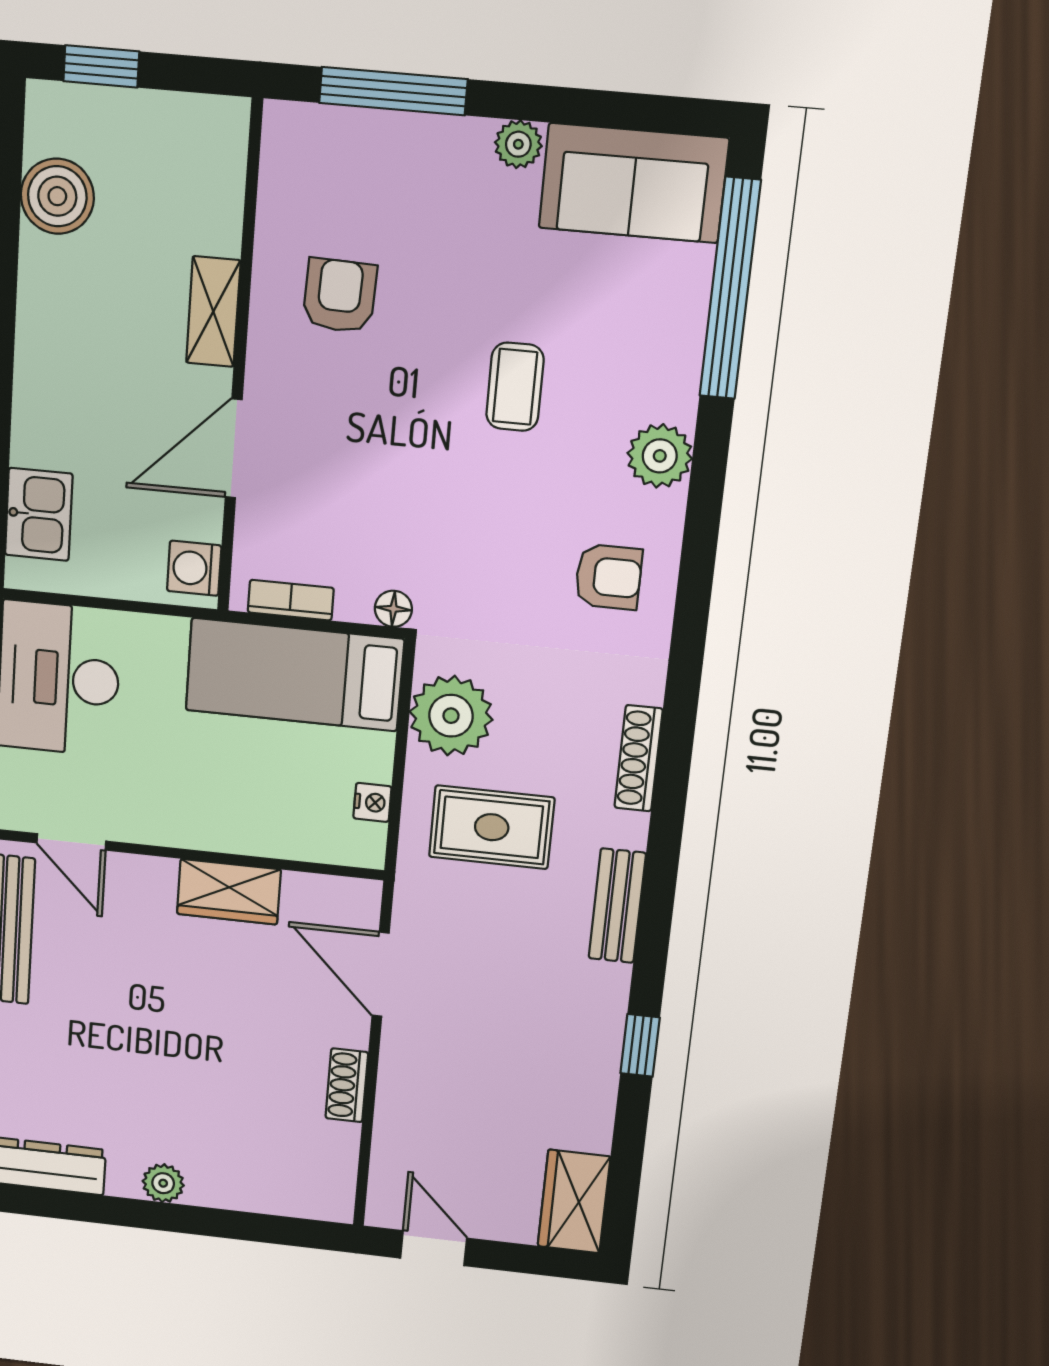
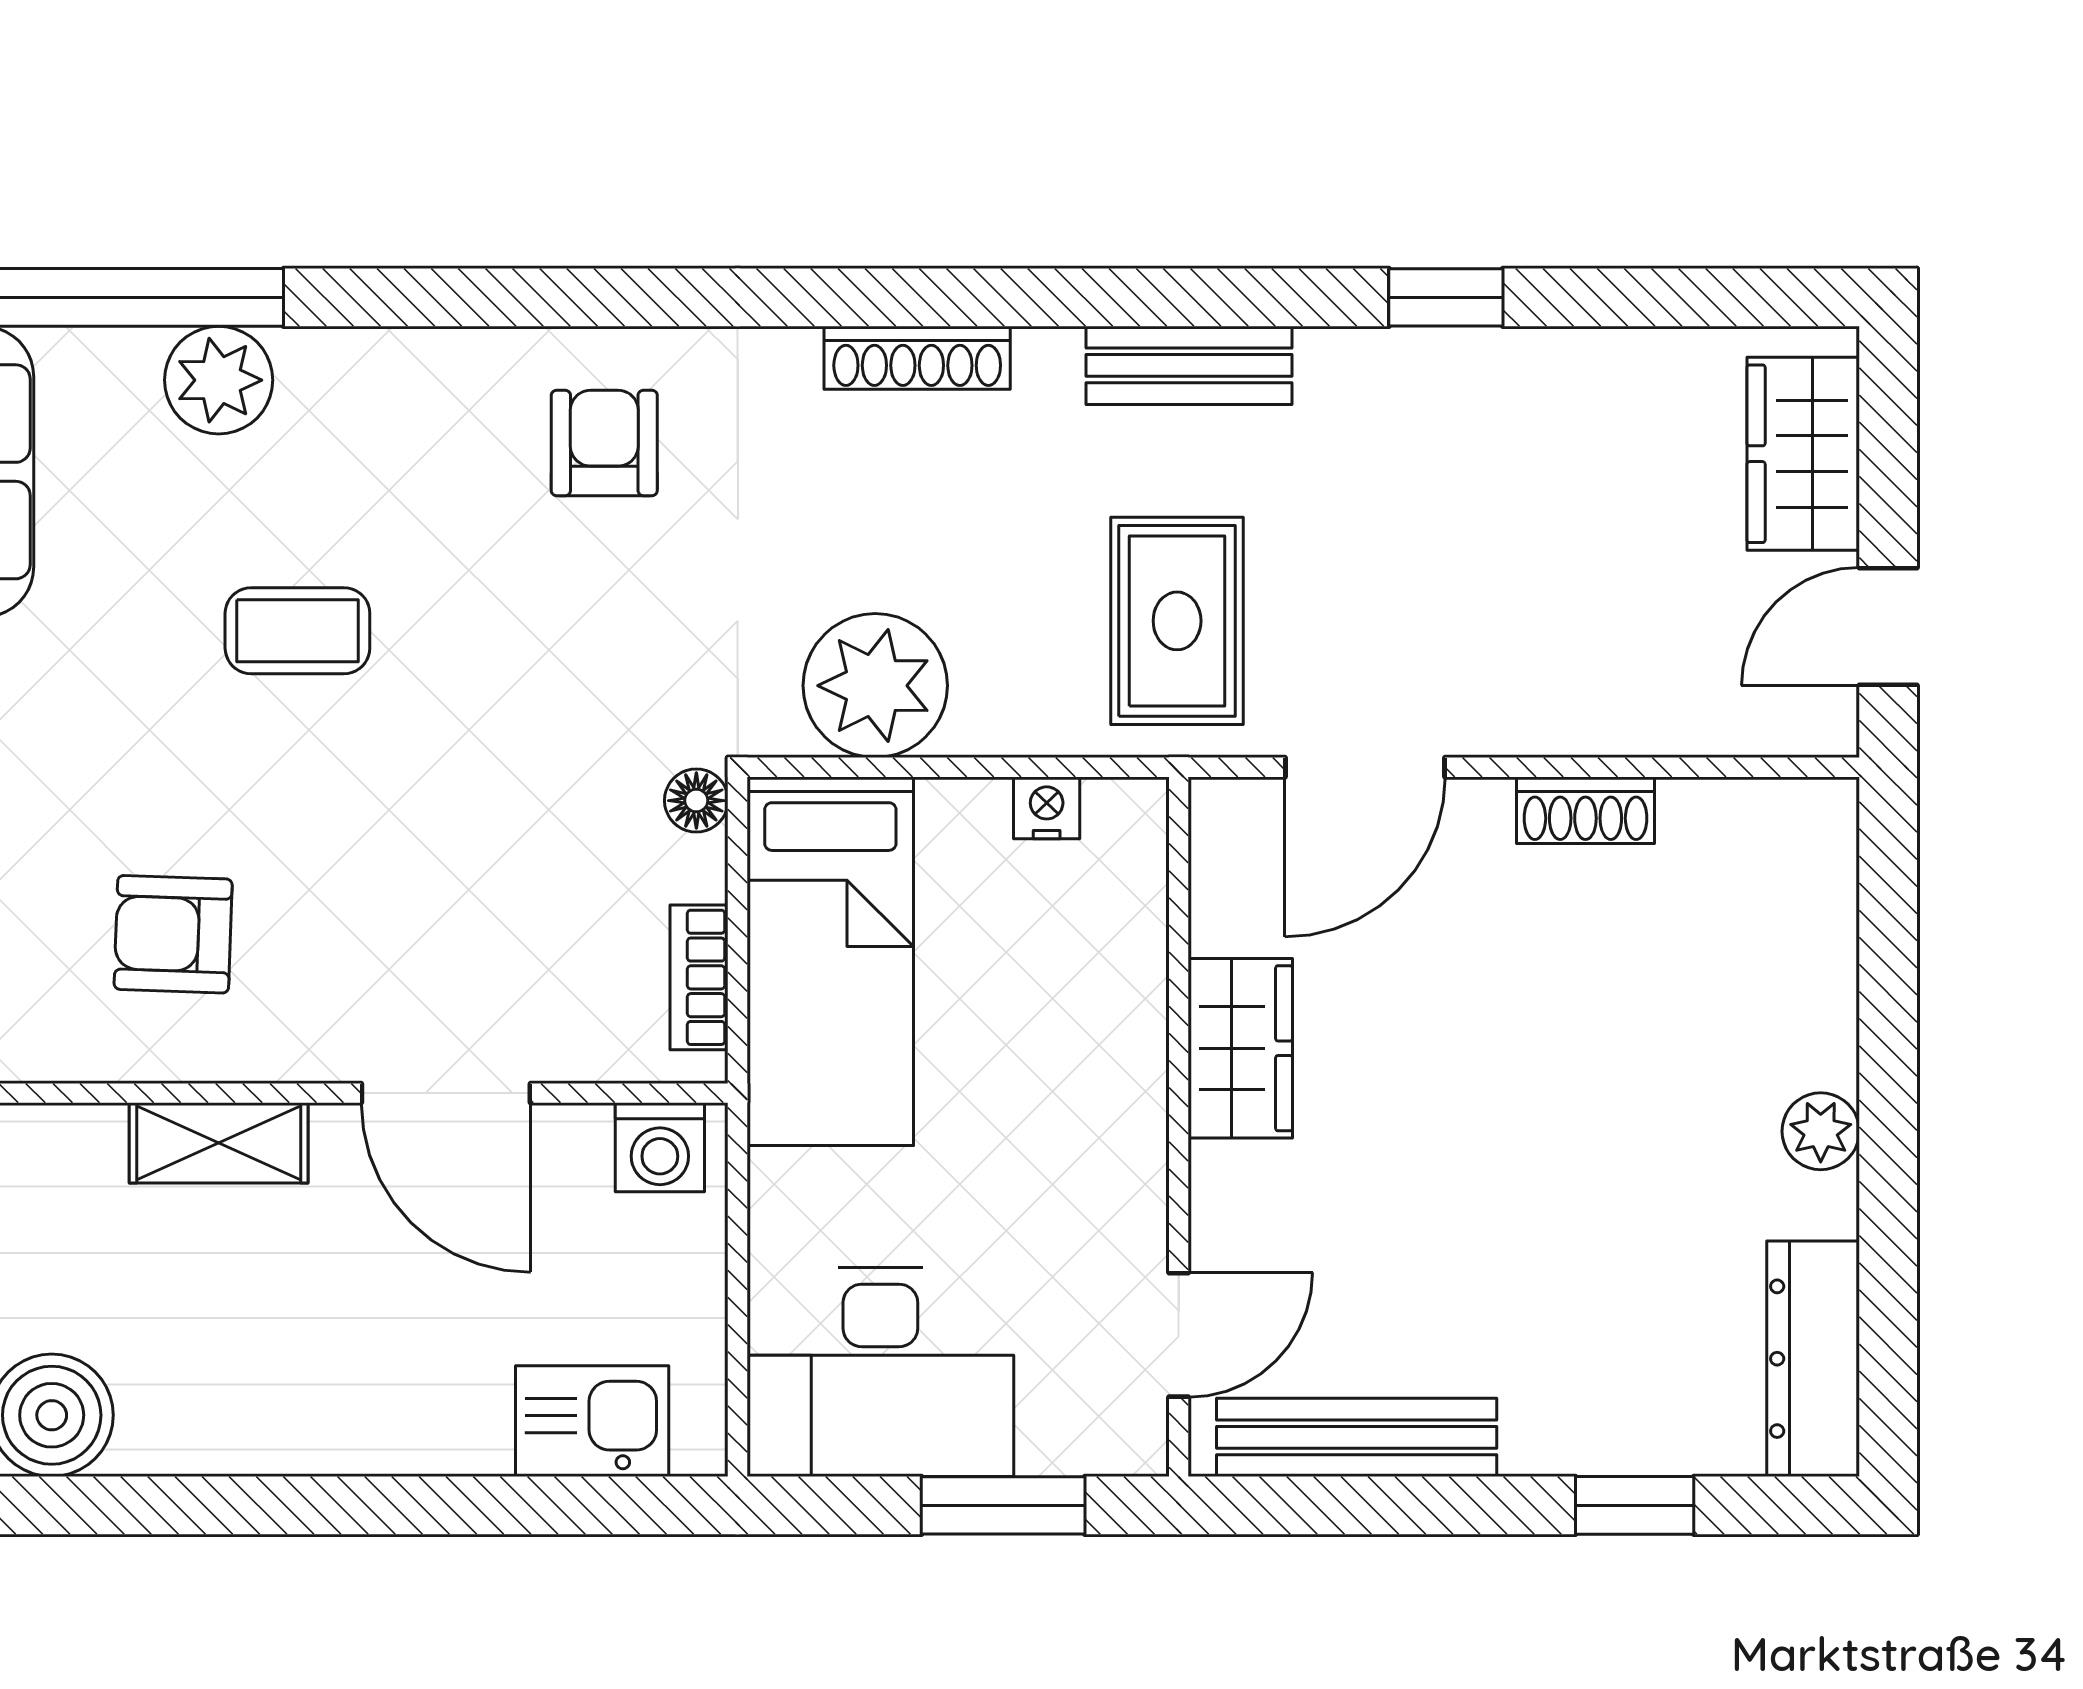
plant: (660, 456) -> (219, 380), moved
rug: (492, 827) -> (1177, 621), moved
wardrobe: (574, 1201) -> (1803, 454), moved, turned 90

